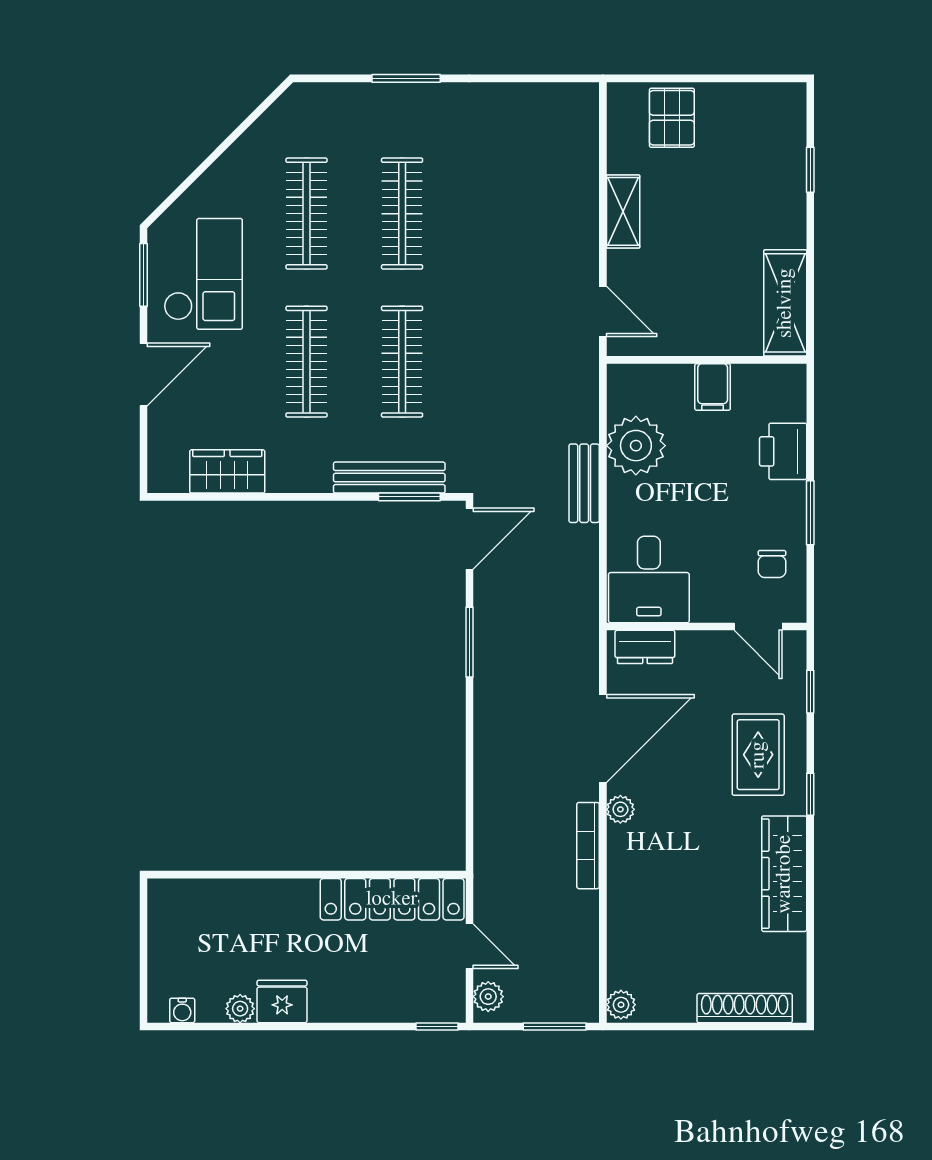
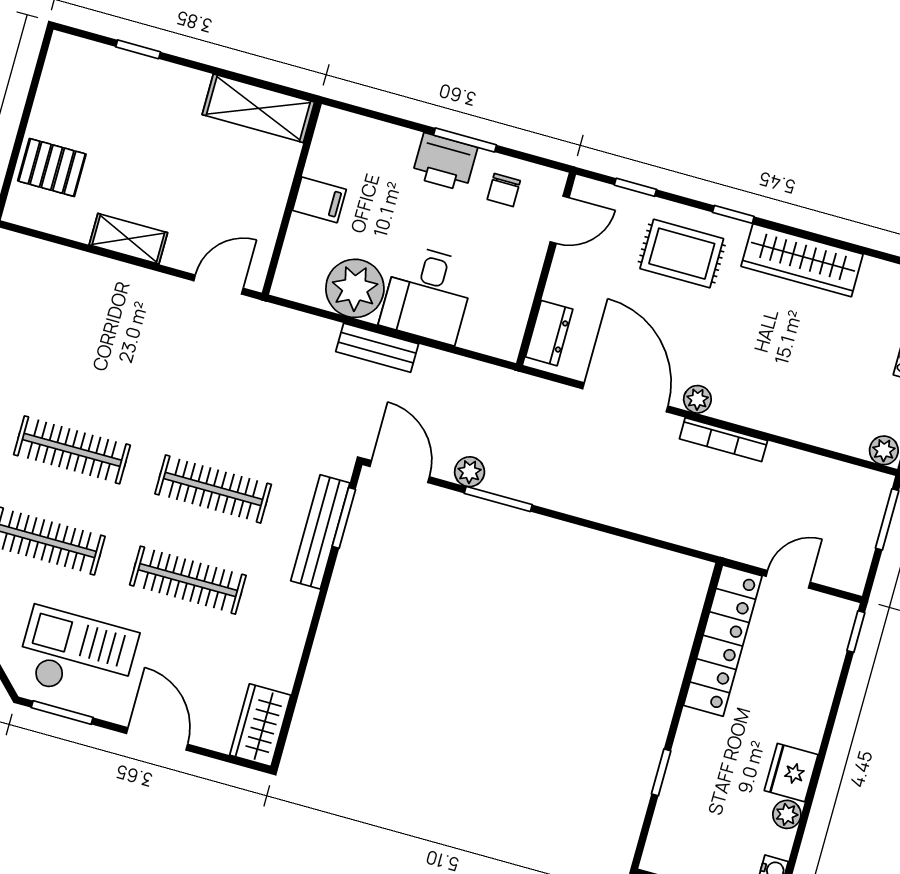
printer: (783, 451) -> (445, 162), moved
wardrobe: (227, 471) -> (260, 725), moved
chair: (772, 564) -> (504, 190), turned 90
desk: (649, 579) -> (428, 294), moved, turned 90
window: (247, 875) -> (661, 772), added
plant: (488, 997) -> (470, 472), moved

